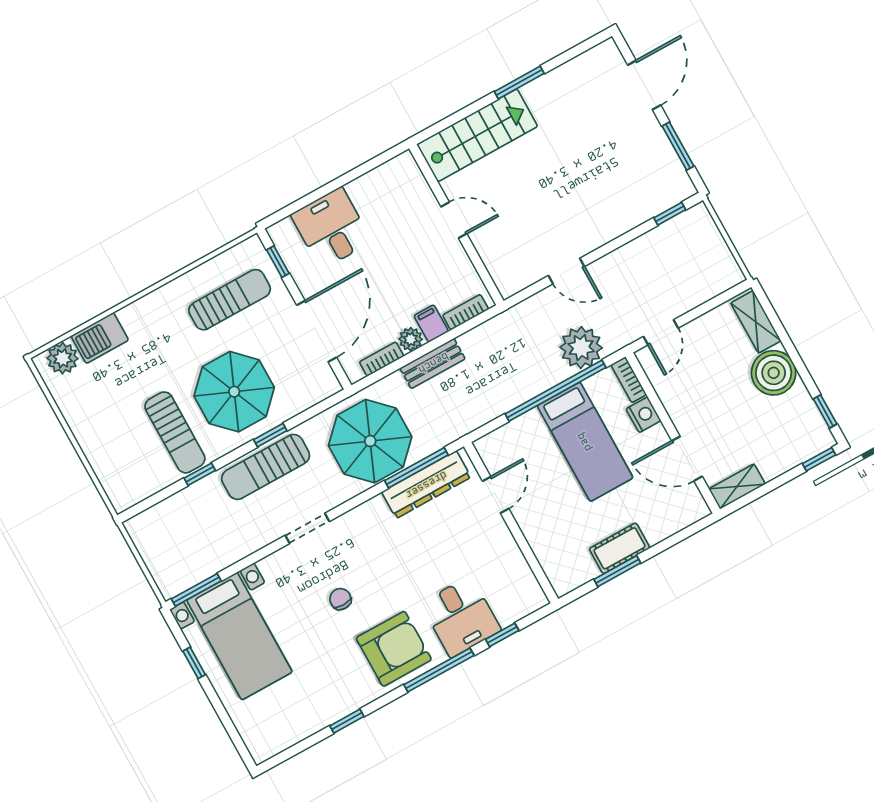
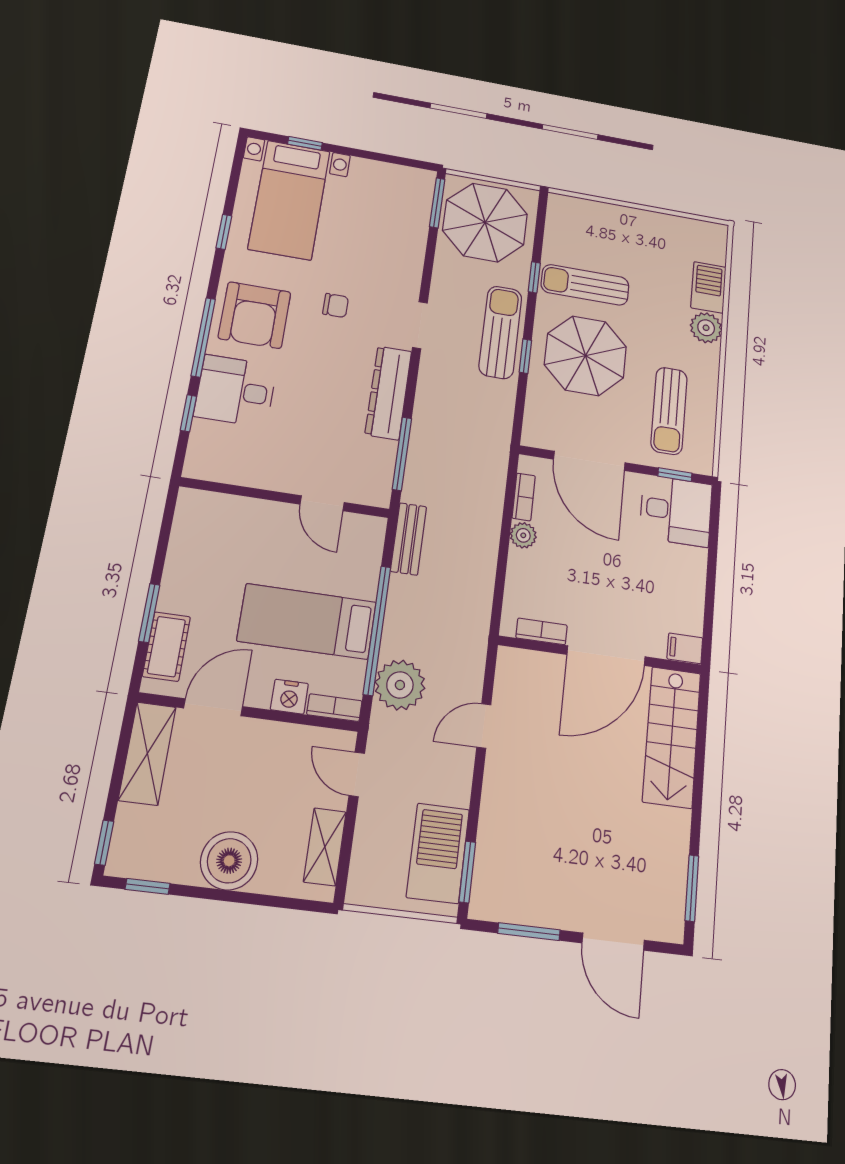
window: (519, 82) -> (692, 888), moved
window: (670, 214) -> (467, 872), width x1.50
door: (454, 220) -> (606, 656), width x1.88
desk: (331, 228) -> (676, 511), moved
barbecue: (672, 242) -> (438, 853), added
bookcase: (466, 312) -> (542, 631), moved, turned -90
shelving: (756, 322) -> (325, 847), moved, turned 90
filing cabinet: (431, 324) -> (685, 648), moved, turned 180
plant: (63, 358) -> (706, 328), moved
bench: (433, 363) -> (409, 539), moved
parasol: (370, 441) -> (485, 222), moved
dresser: (426, 485) -> (388, 393), moved
shelving: (737, 487) -> (147, 753), width x1.50, depth x1.33
cot: (620, 548) -> (166, 647), moved
window: (617, 571) -> (149, 613), moved
bed with nightstands: (239, 636) -> (289, 200), moved, turned -90
window: (194, 663) -> (305, 143), moved

